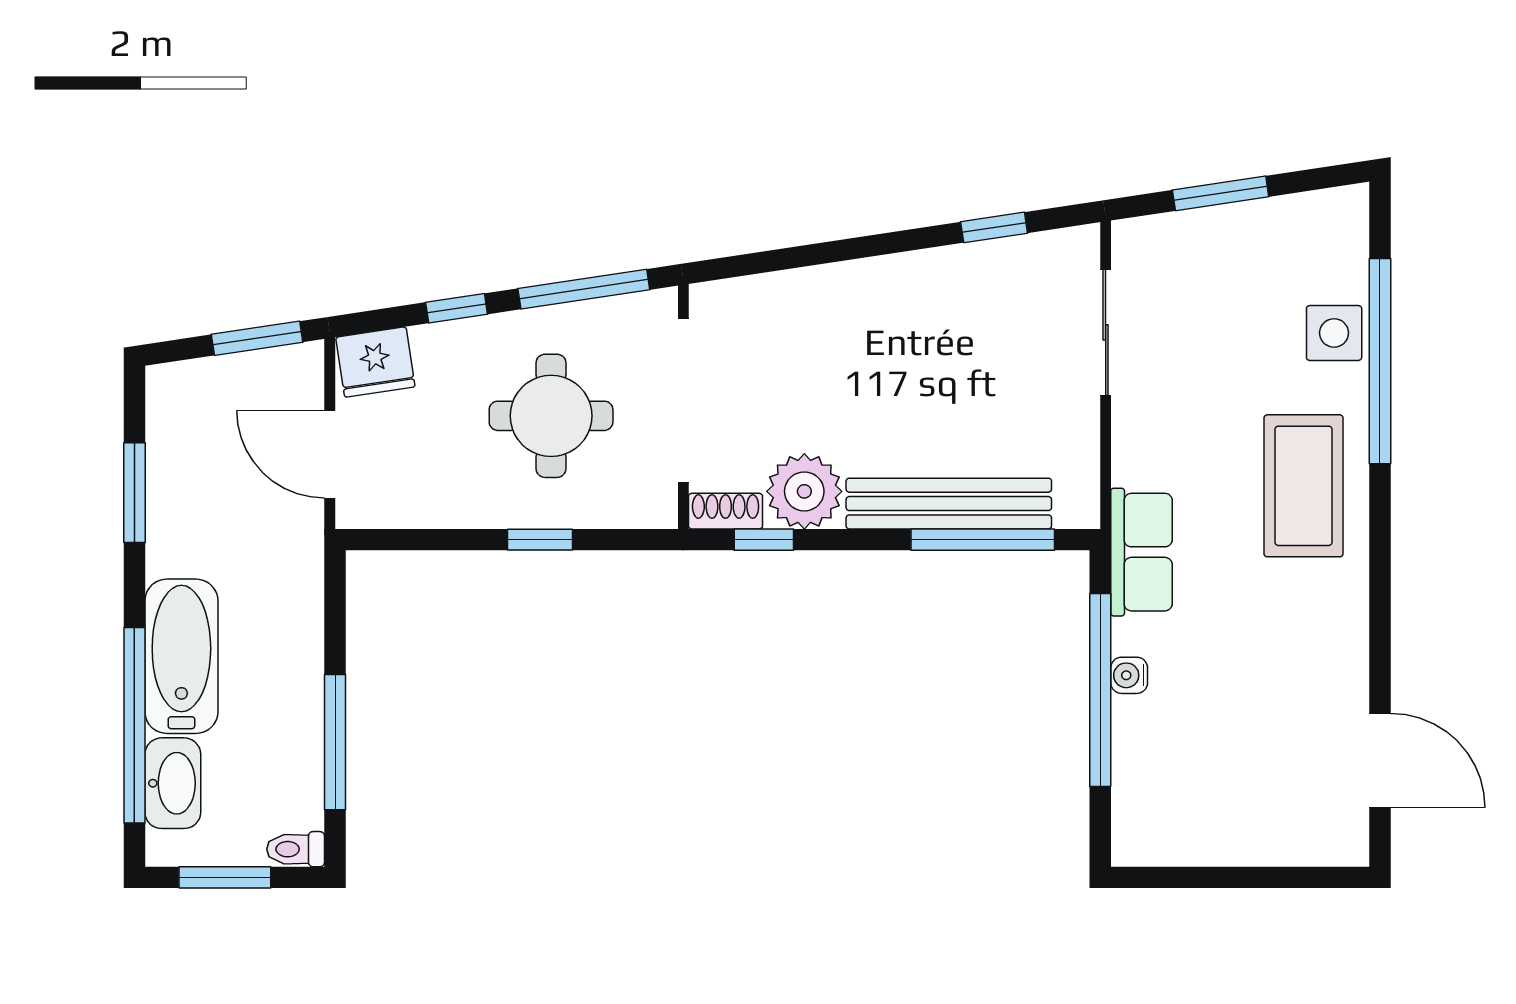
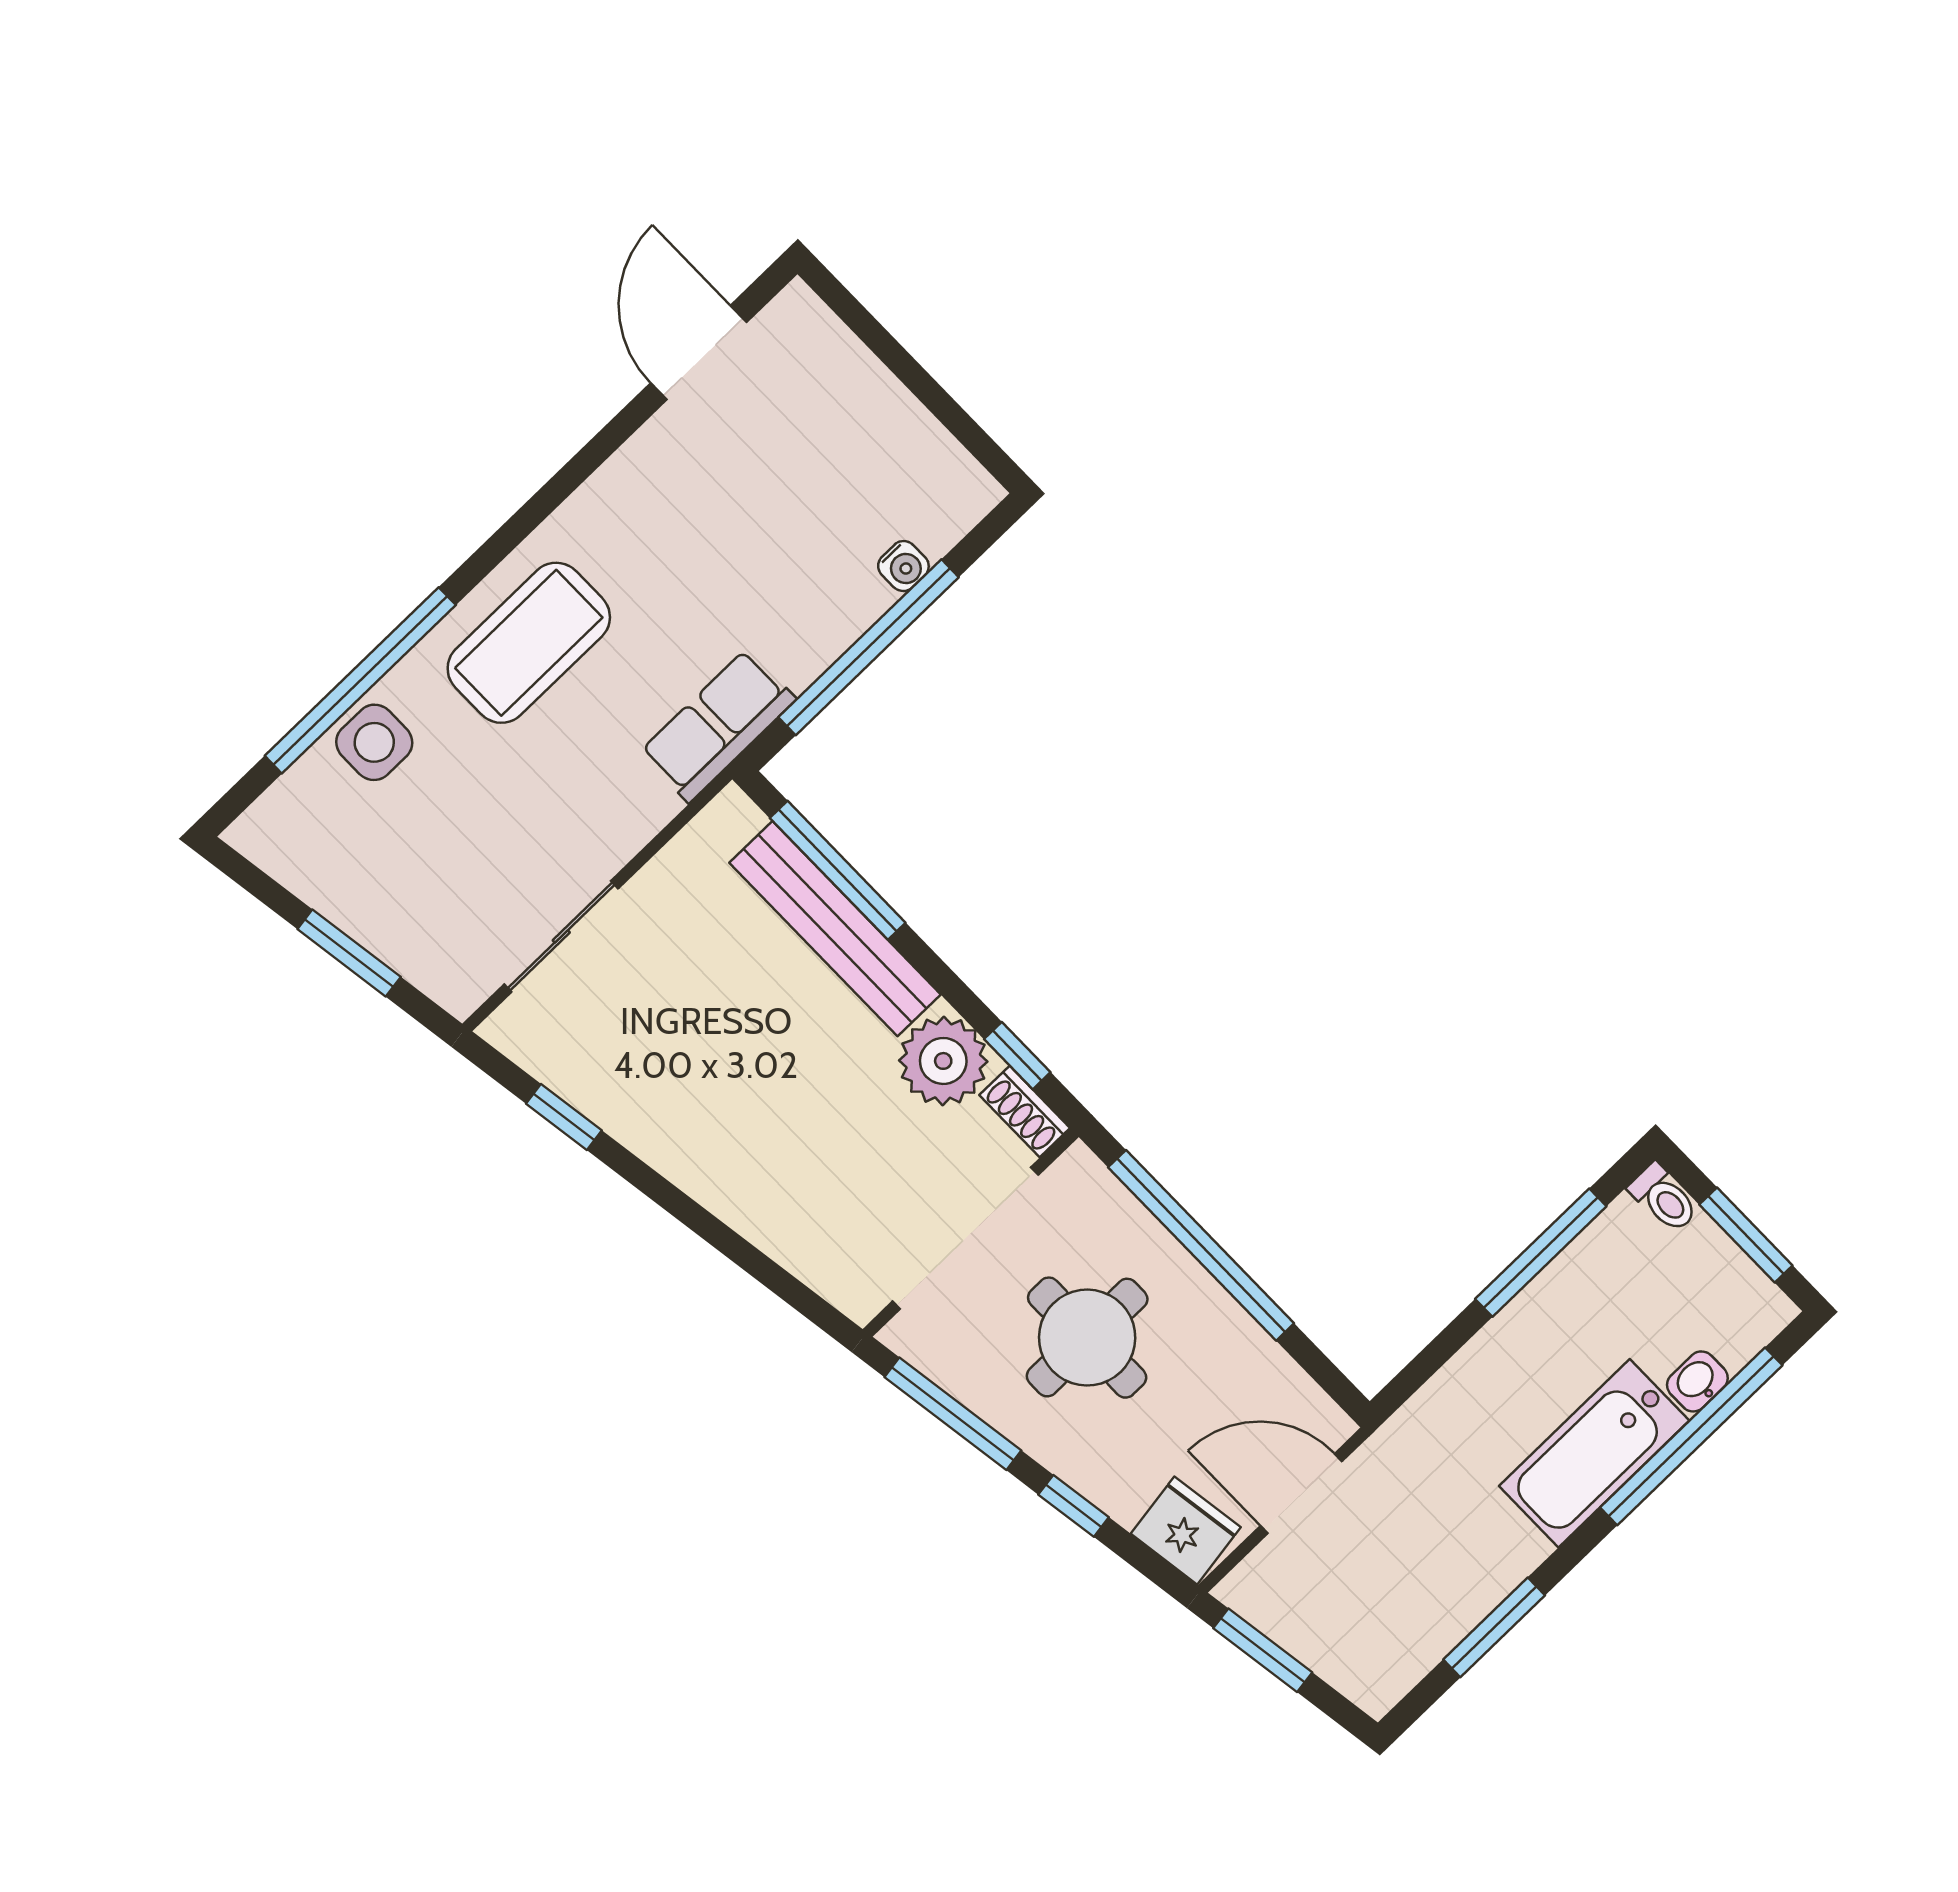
door: (330, 454) -> (1301, 1493), swing flipped
window: (540, 540) -> (1201, 1245), width x3.17
water cooler: (1129, 675) -> (903, 566), moved
washbasin: (173, 783) -> (1697, 1381), width x0.52, depth x0.69

